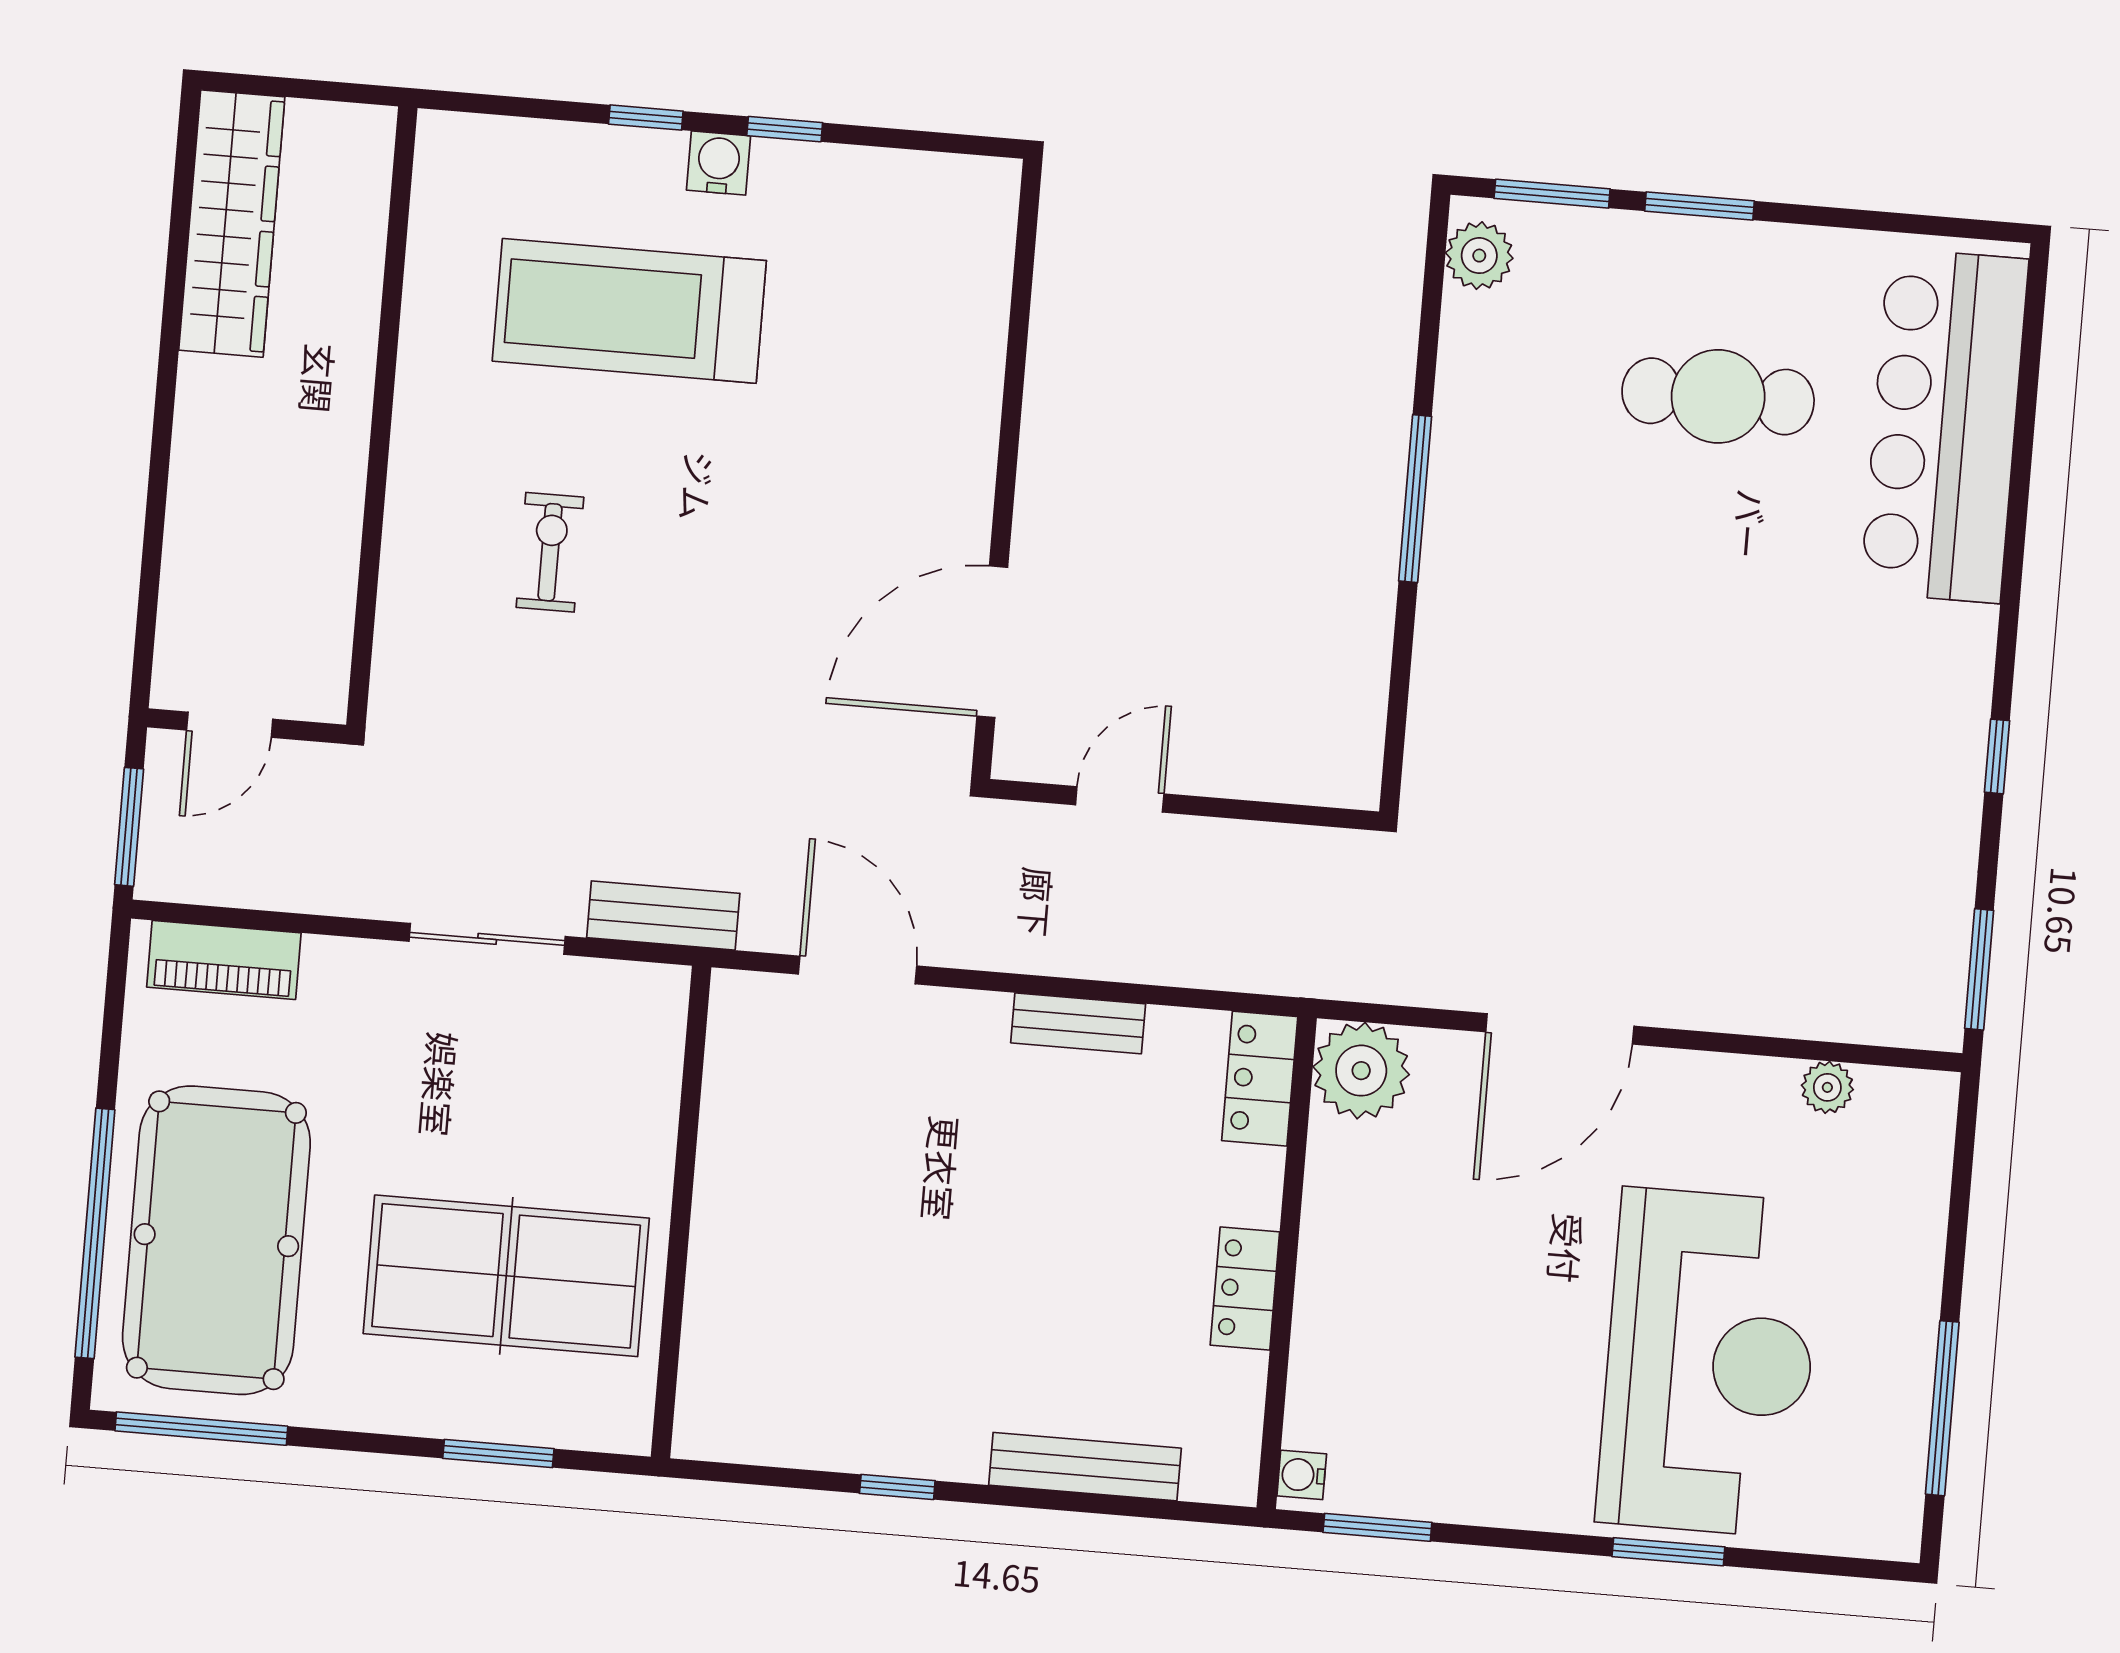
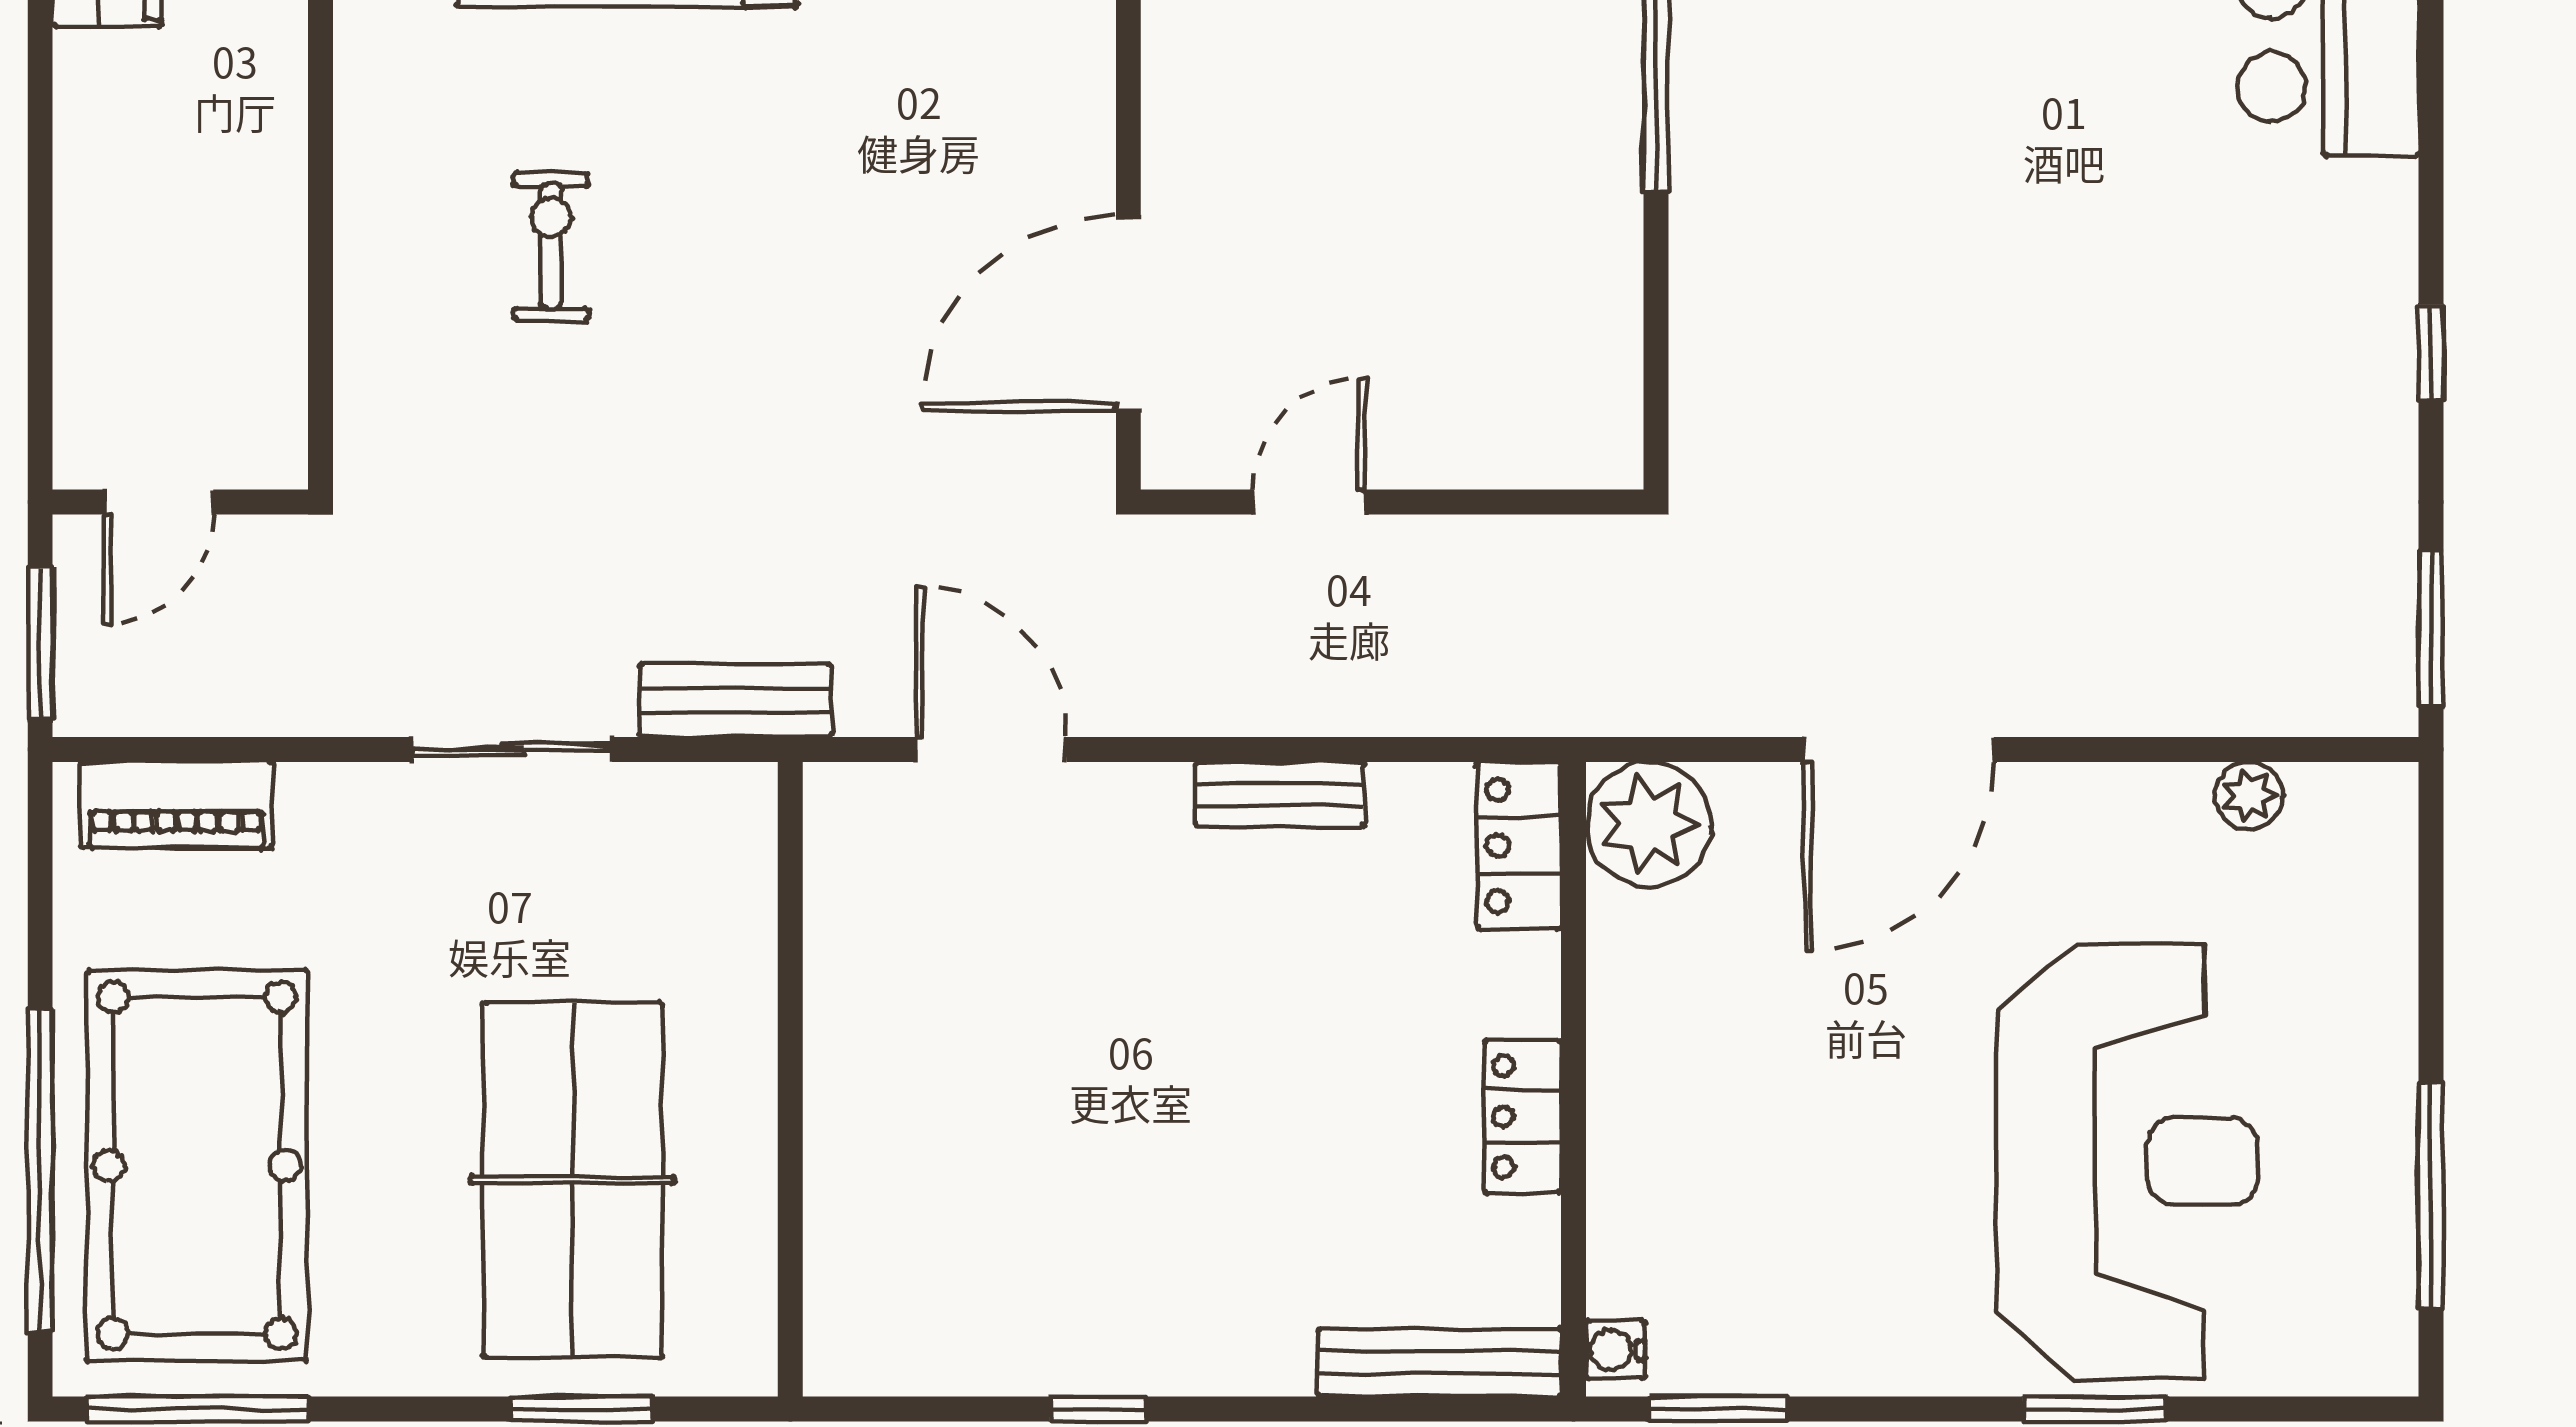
table tennis table: (506, 1276) -> (573, 1180), turned 90
bench: (1085, 1467) -> (1440, 1362), moved

